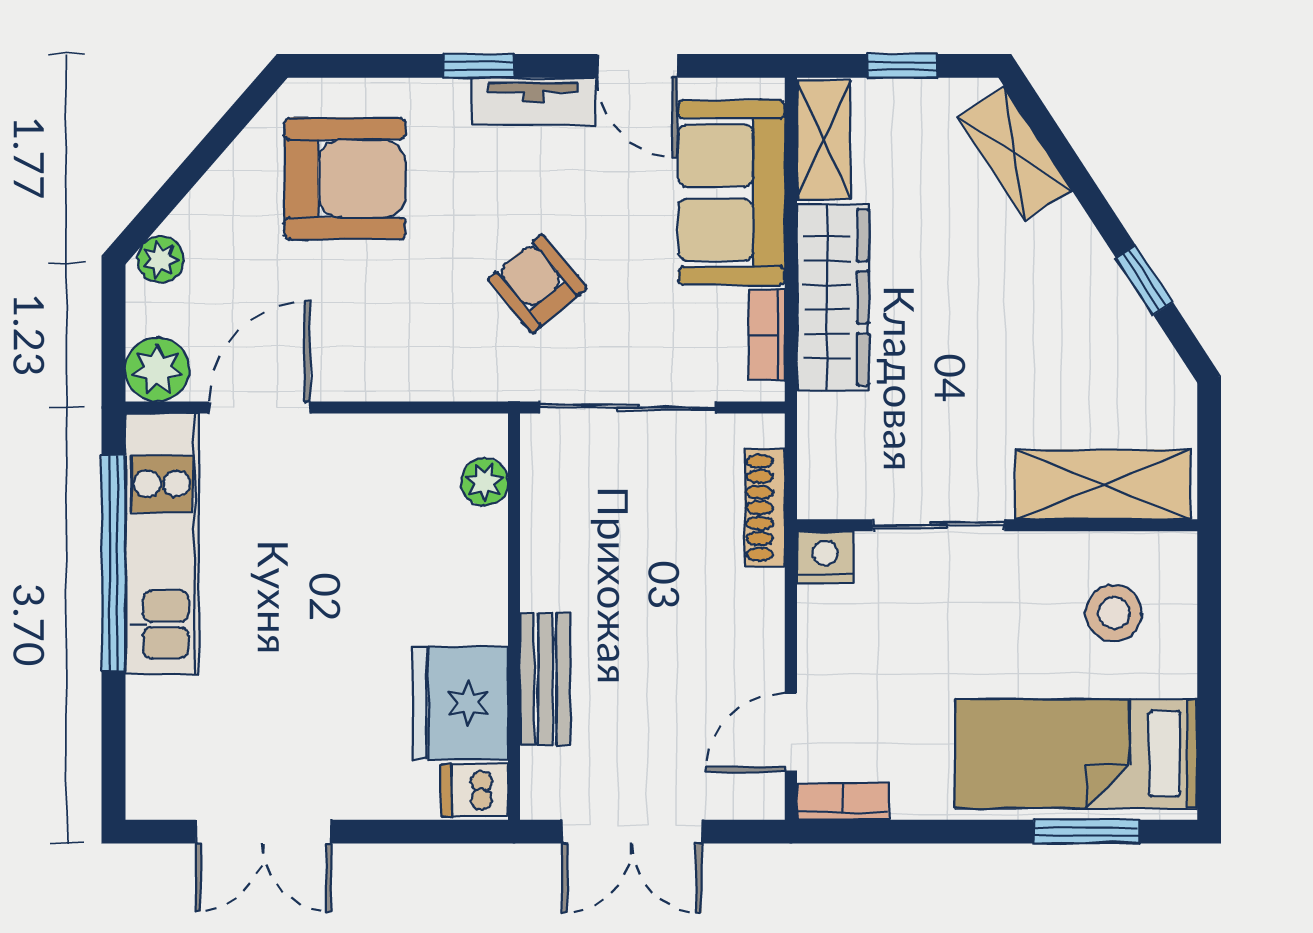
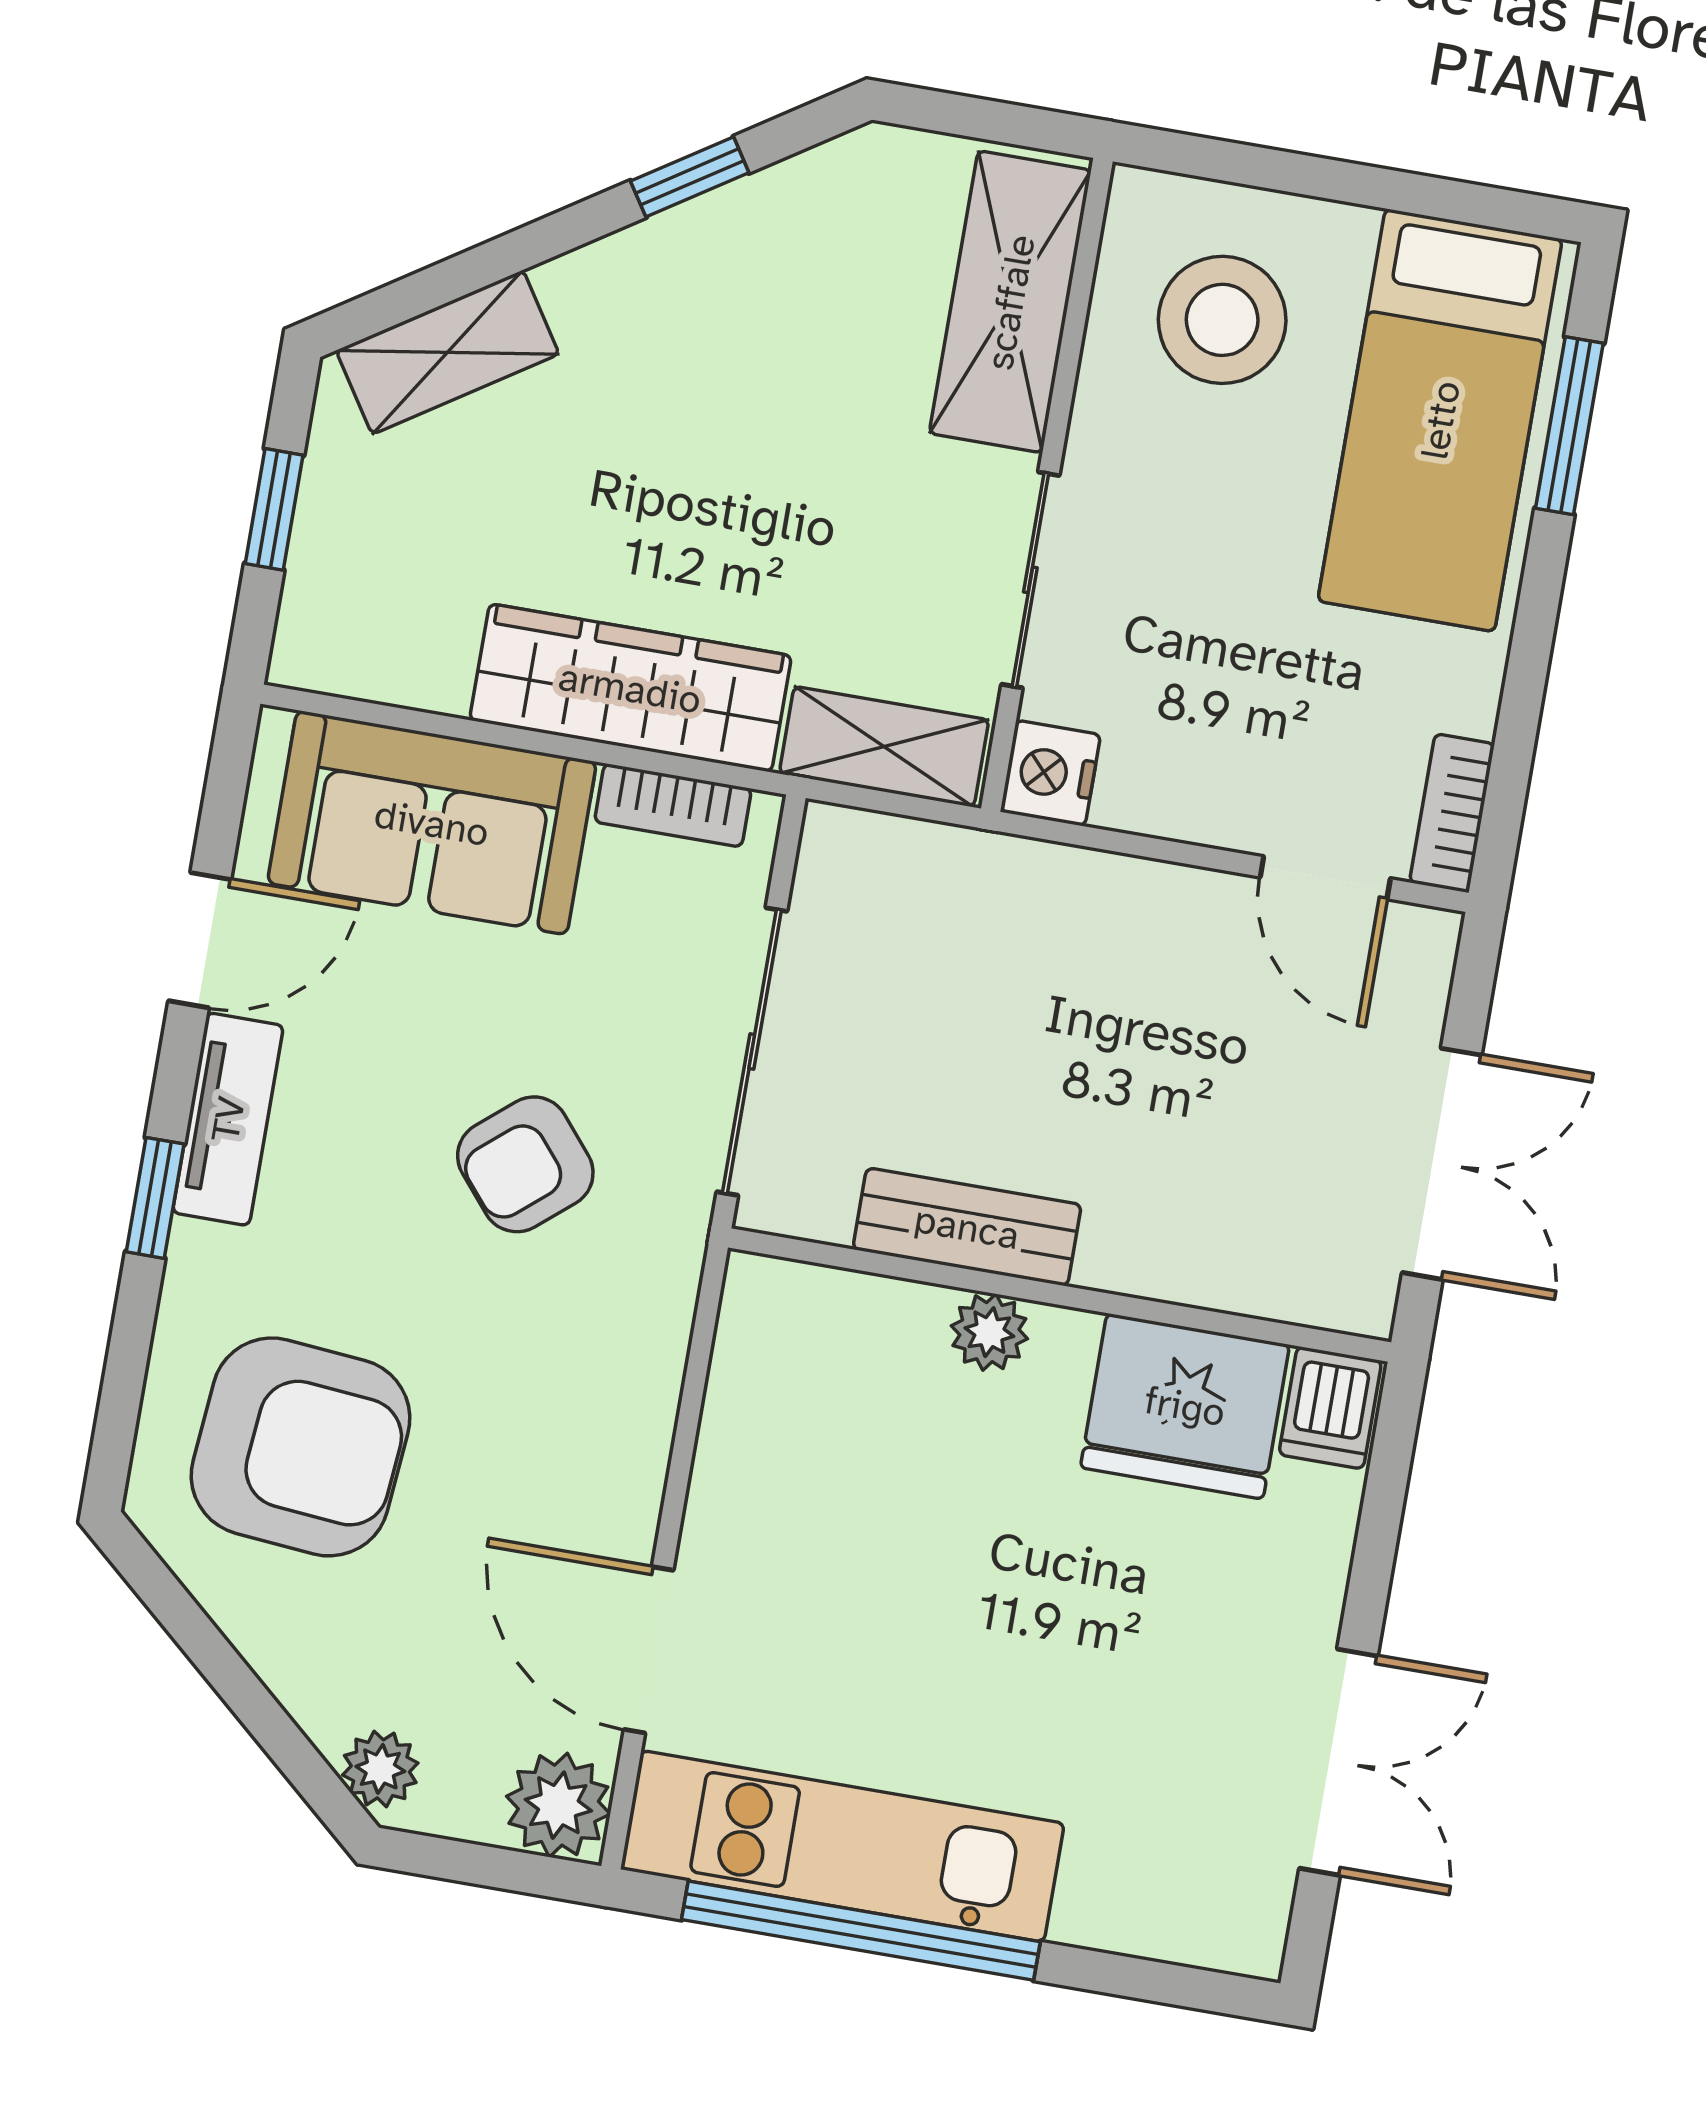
shelving: (824, 140) -> (884, 747), moved
armchair: (345, 178) -> (301, 1447), turned 95
plant: (485, 482) -> (989, 1332), moved
shoe rack: (765, 508) -> (953, 857), removed
stool: (1114, 613) -> (1222, 320), width x1.38, depth x1.38
bench: (545, 679) -> (967, 1227), moved

